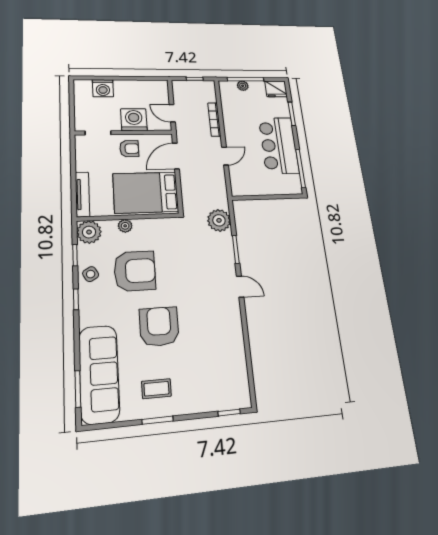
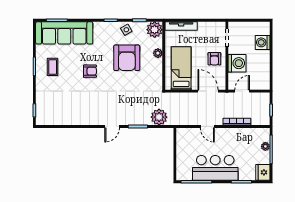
bed: (146, 192) -> (181, 68), width x0.67
armchair: (159, 327) -> (90, 71), width x0.53, depth x0.53

